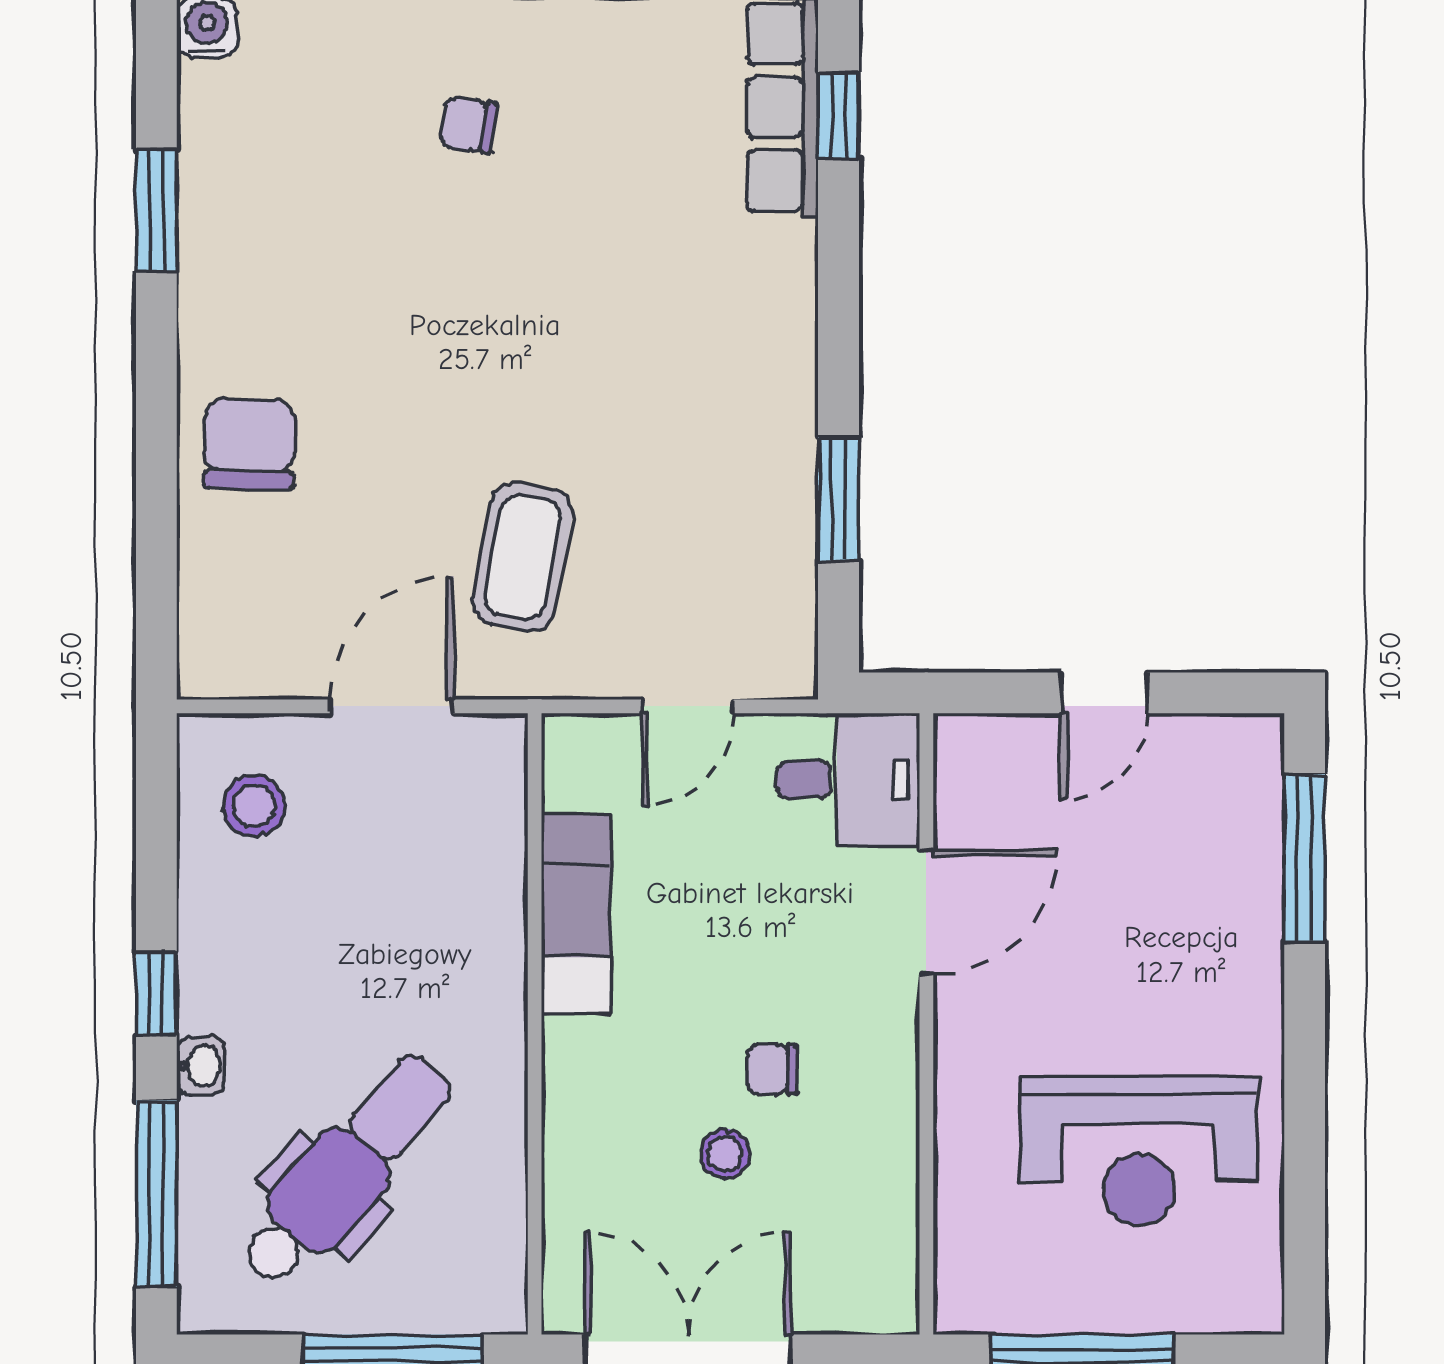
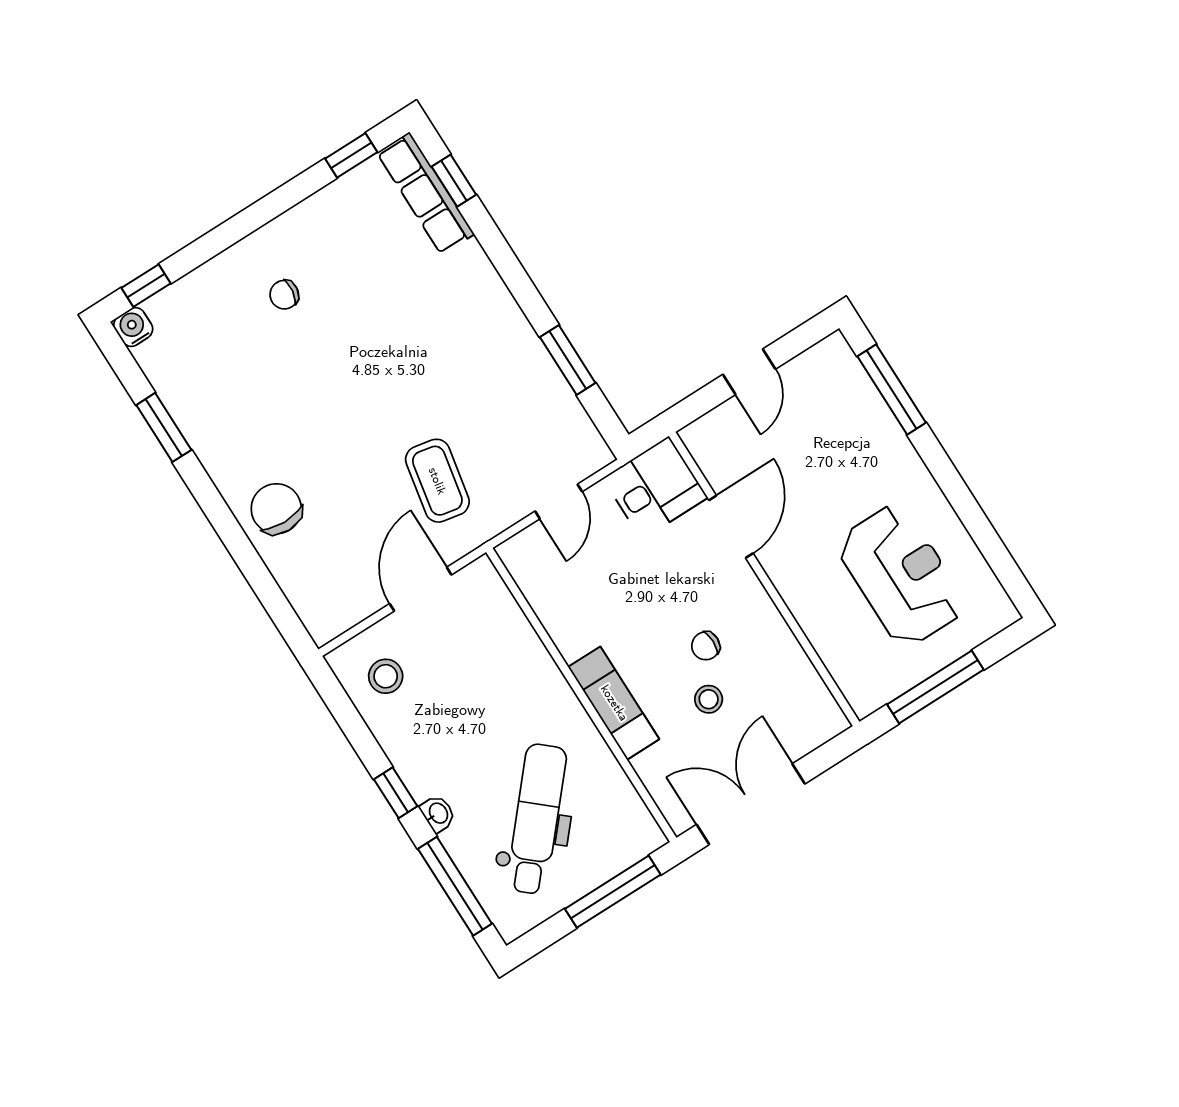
exam couch: (576, 914) -> (614, 703), moved
reception desk: (1139, 1151) -> (901, 575), turned -90

